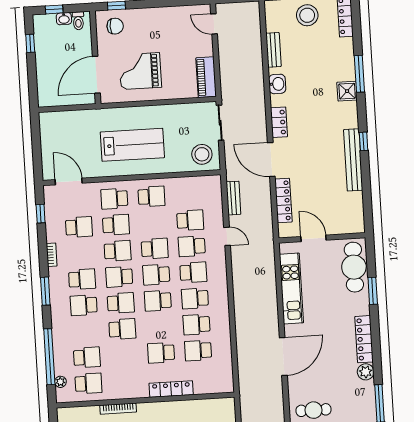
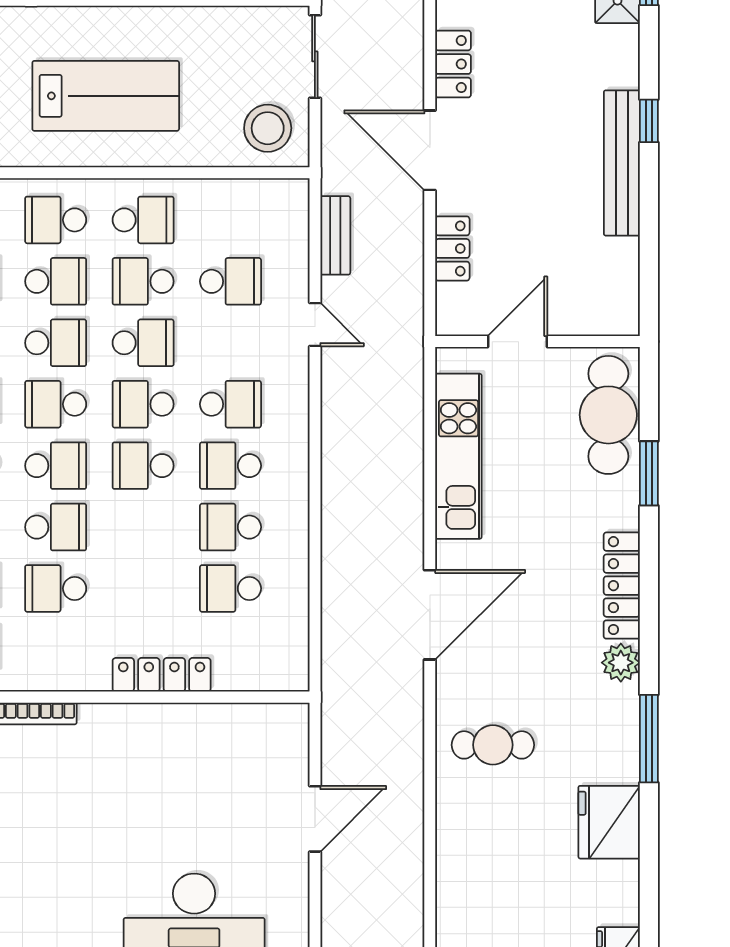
locker: (283, 201) -> (452, 248), width x0.66
door: (313, 238) -> (518, 342), hinge flipped
school desk: (192, 246) -> (143, 281), moved
school desk: (161, 353) -> (56, 588), moved

